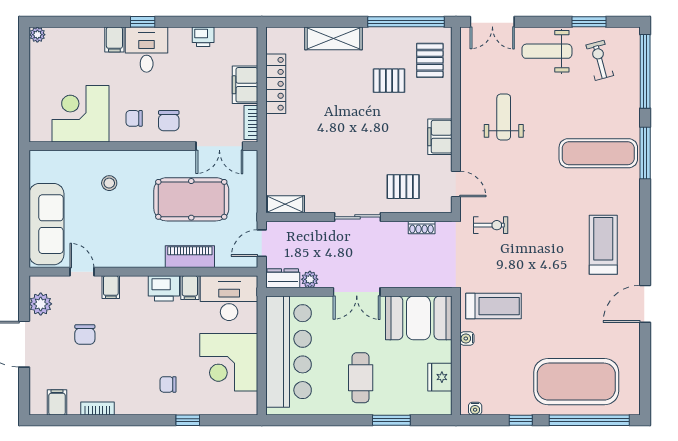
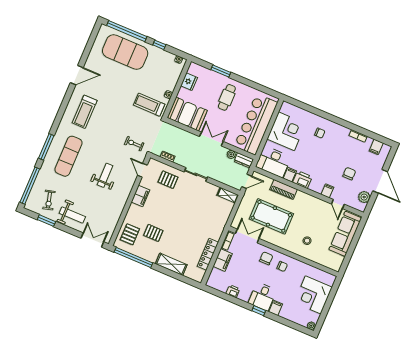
corner desk: (80, 114) -> (313, 295), moved, turned 90
weight bench: (504, 117) -> (105, 175), moved, turned 180
exercise mat: (598, 153) -> (69, 156), turned 90
window: (188, 420) -> (318, 112), removed

